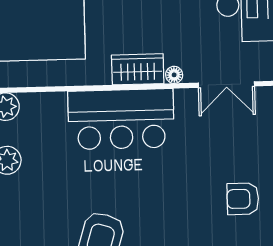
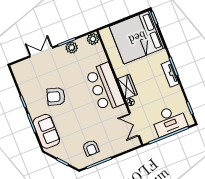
armchair: (243, 199) -> (91, 148), turned 180

